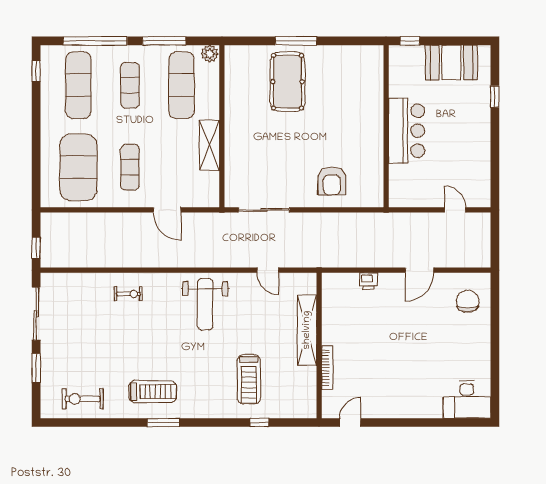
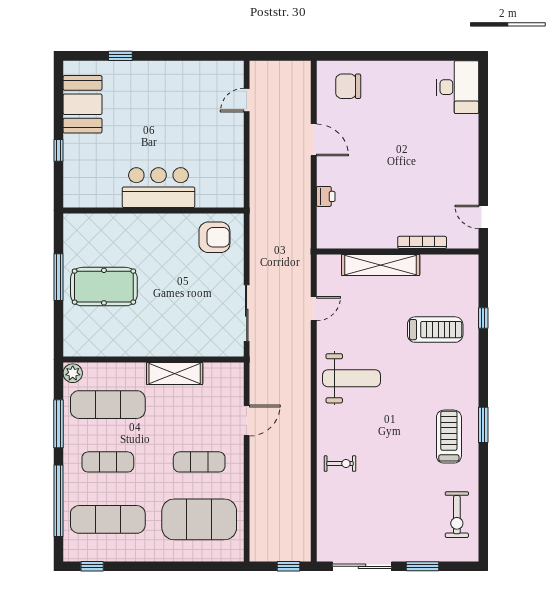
wall: (386, 126) -> (154, 210), moved
bar counter: (407, 131) -> (159, 188), moved
exercise bike: (128, 294) -> (340, 464), turned 90

